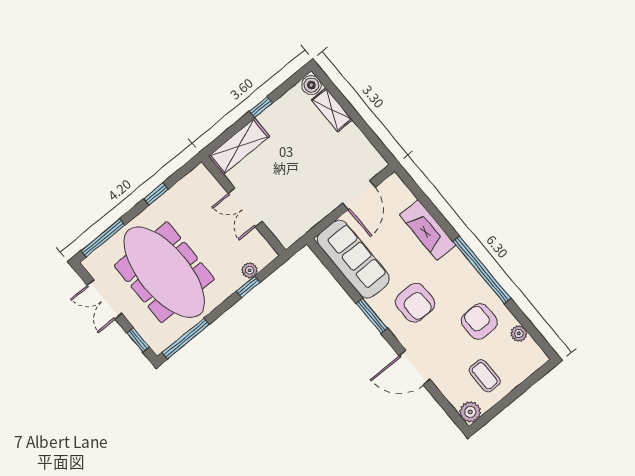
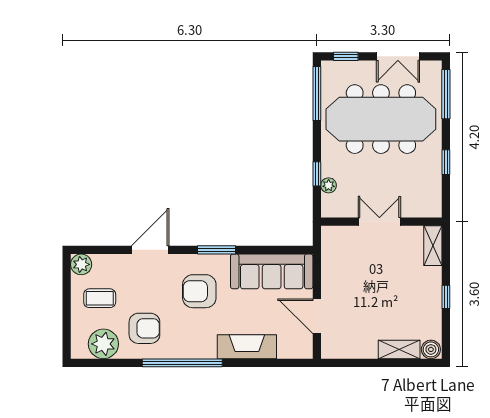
shelving: (239, 146) -> (433, 246), width x0.67, depth x0.75
double door: (104, 299) -> (398, 56), swing flipped
plant: (519, 333) -> (103, 344), width x1.88, depth x1.88

